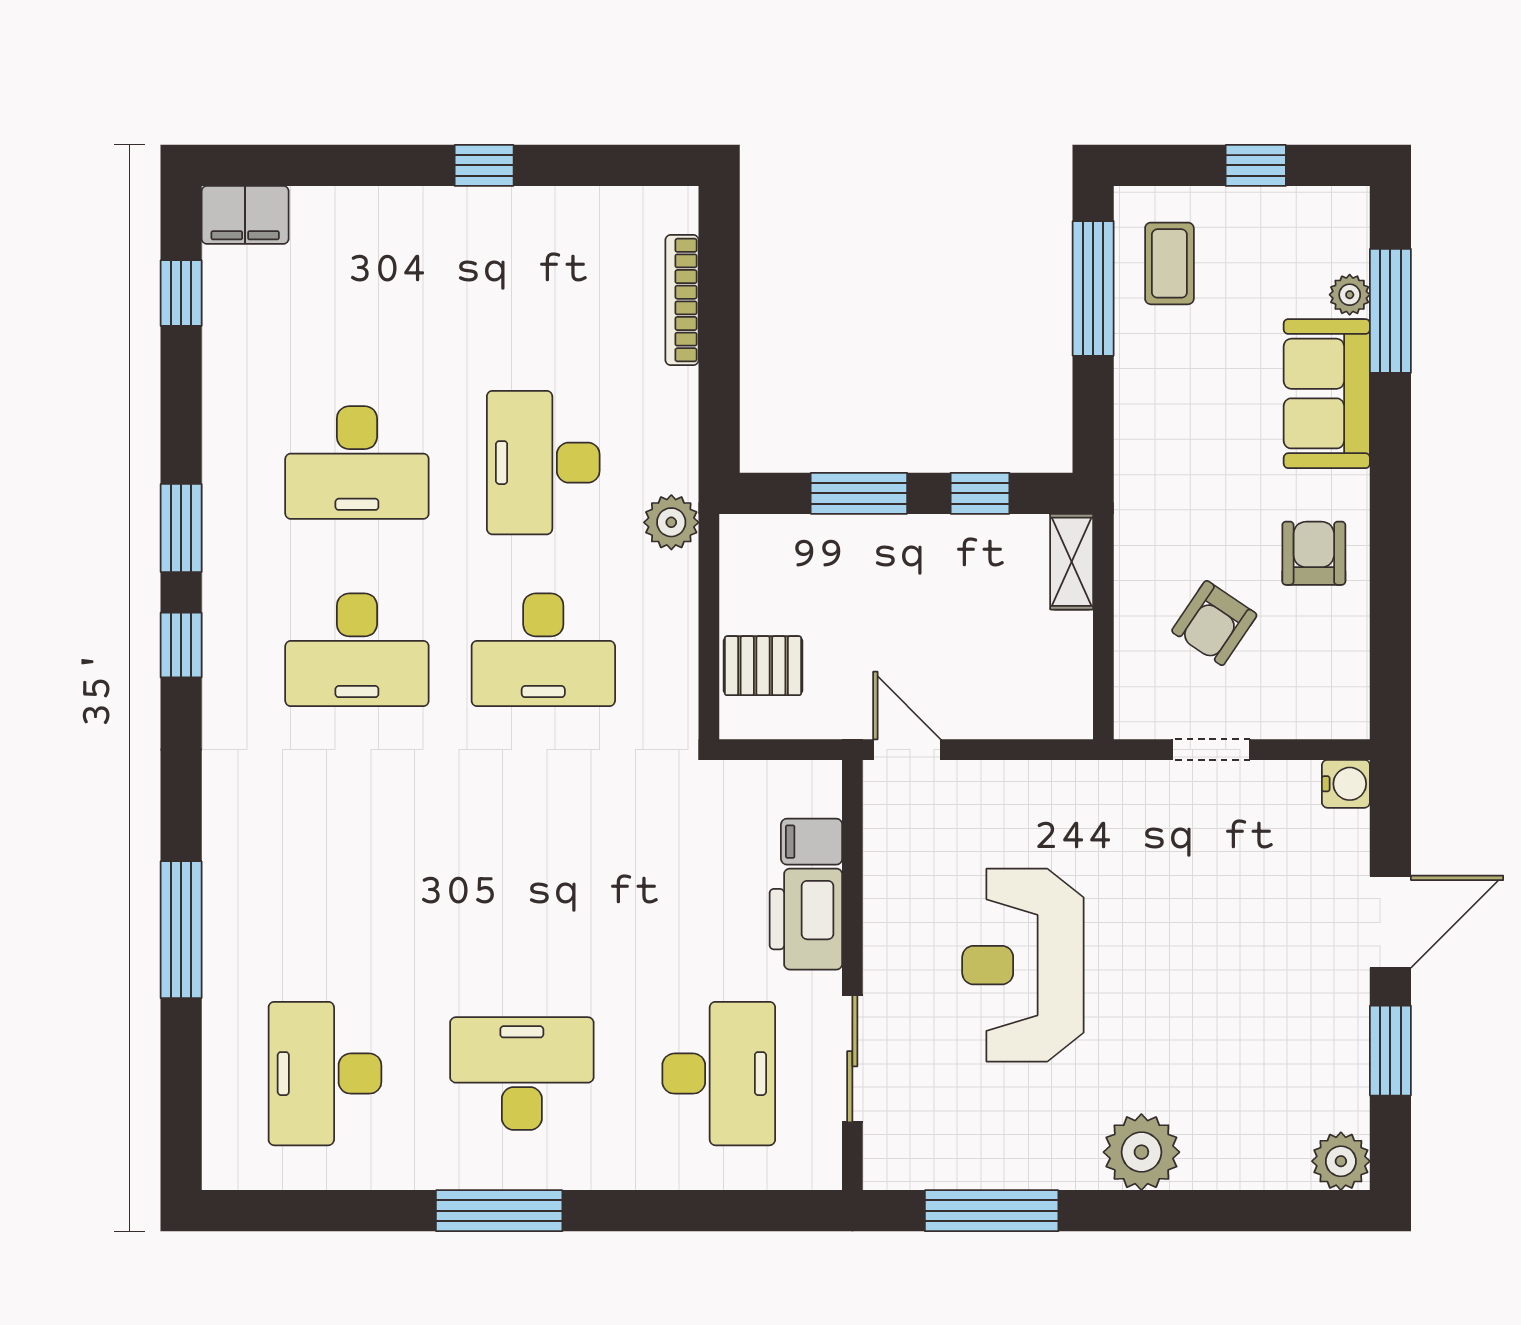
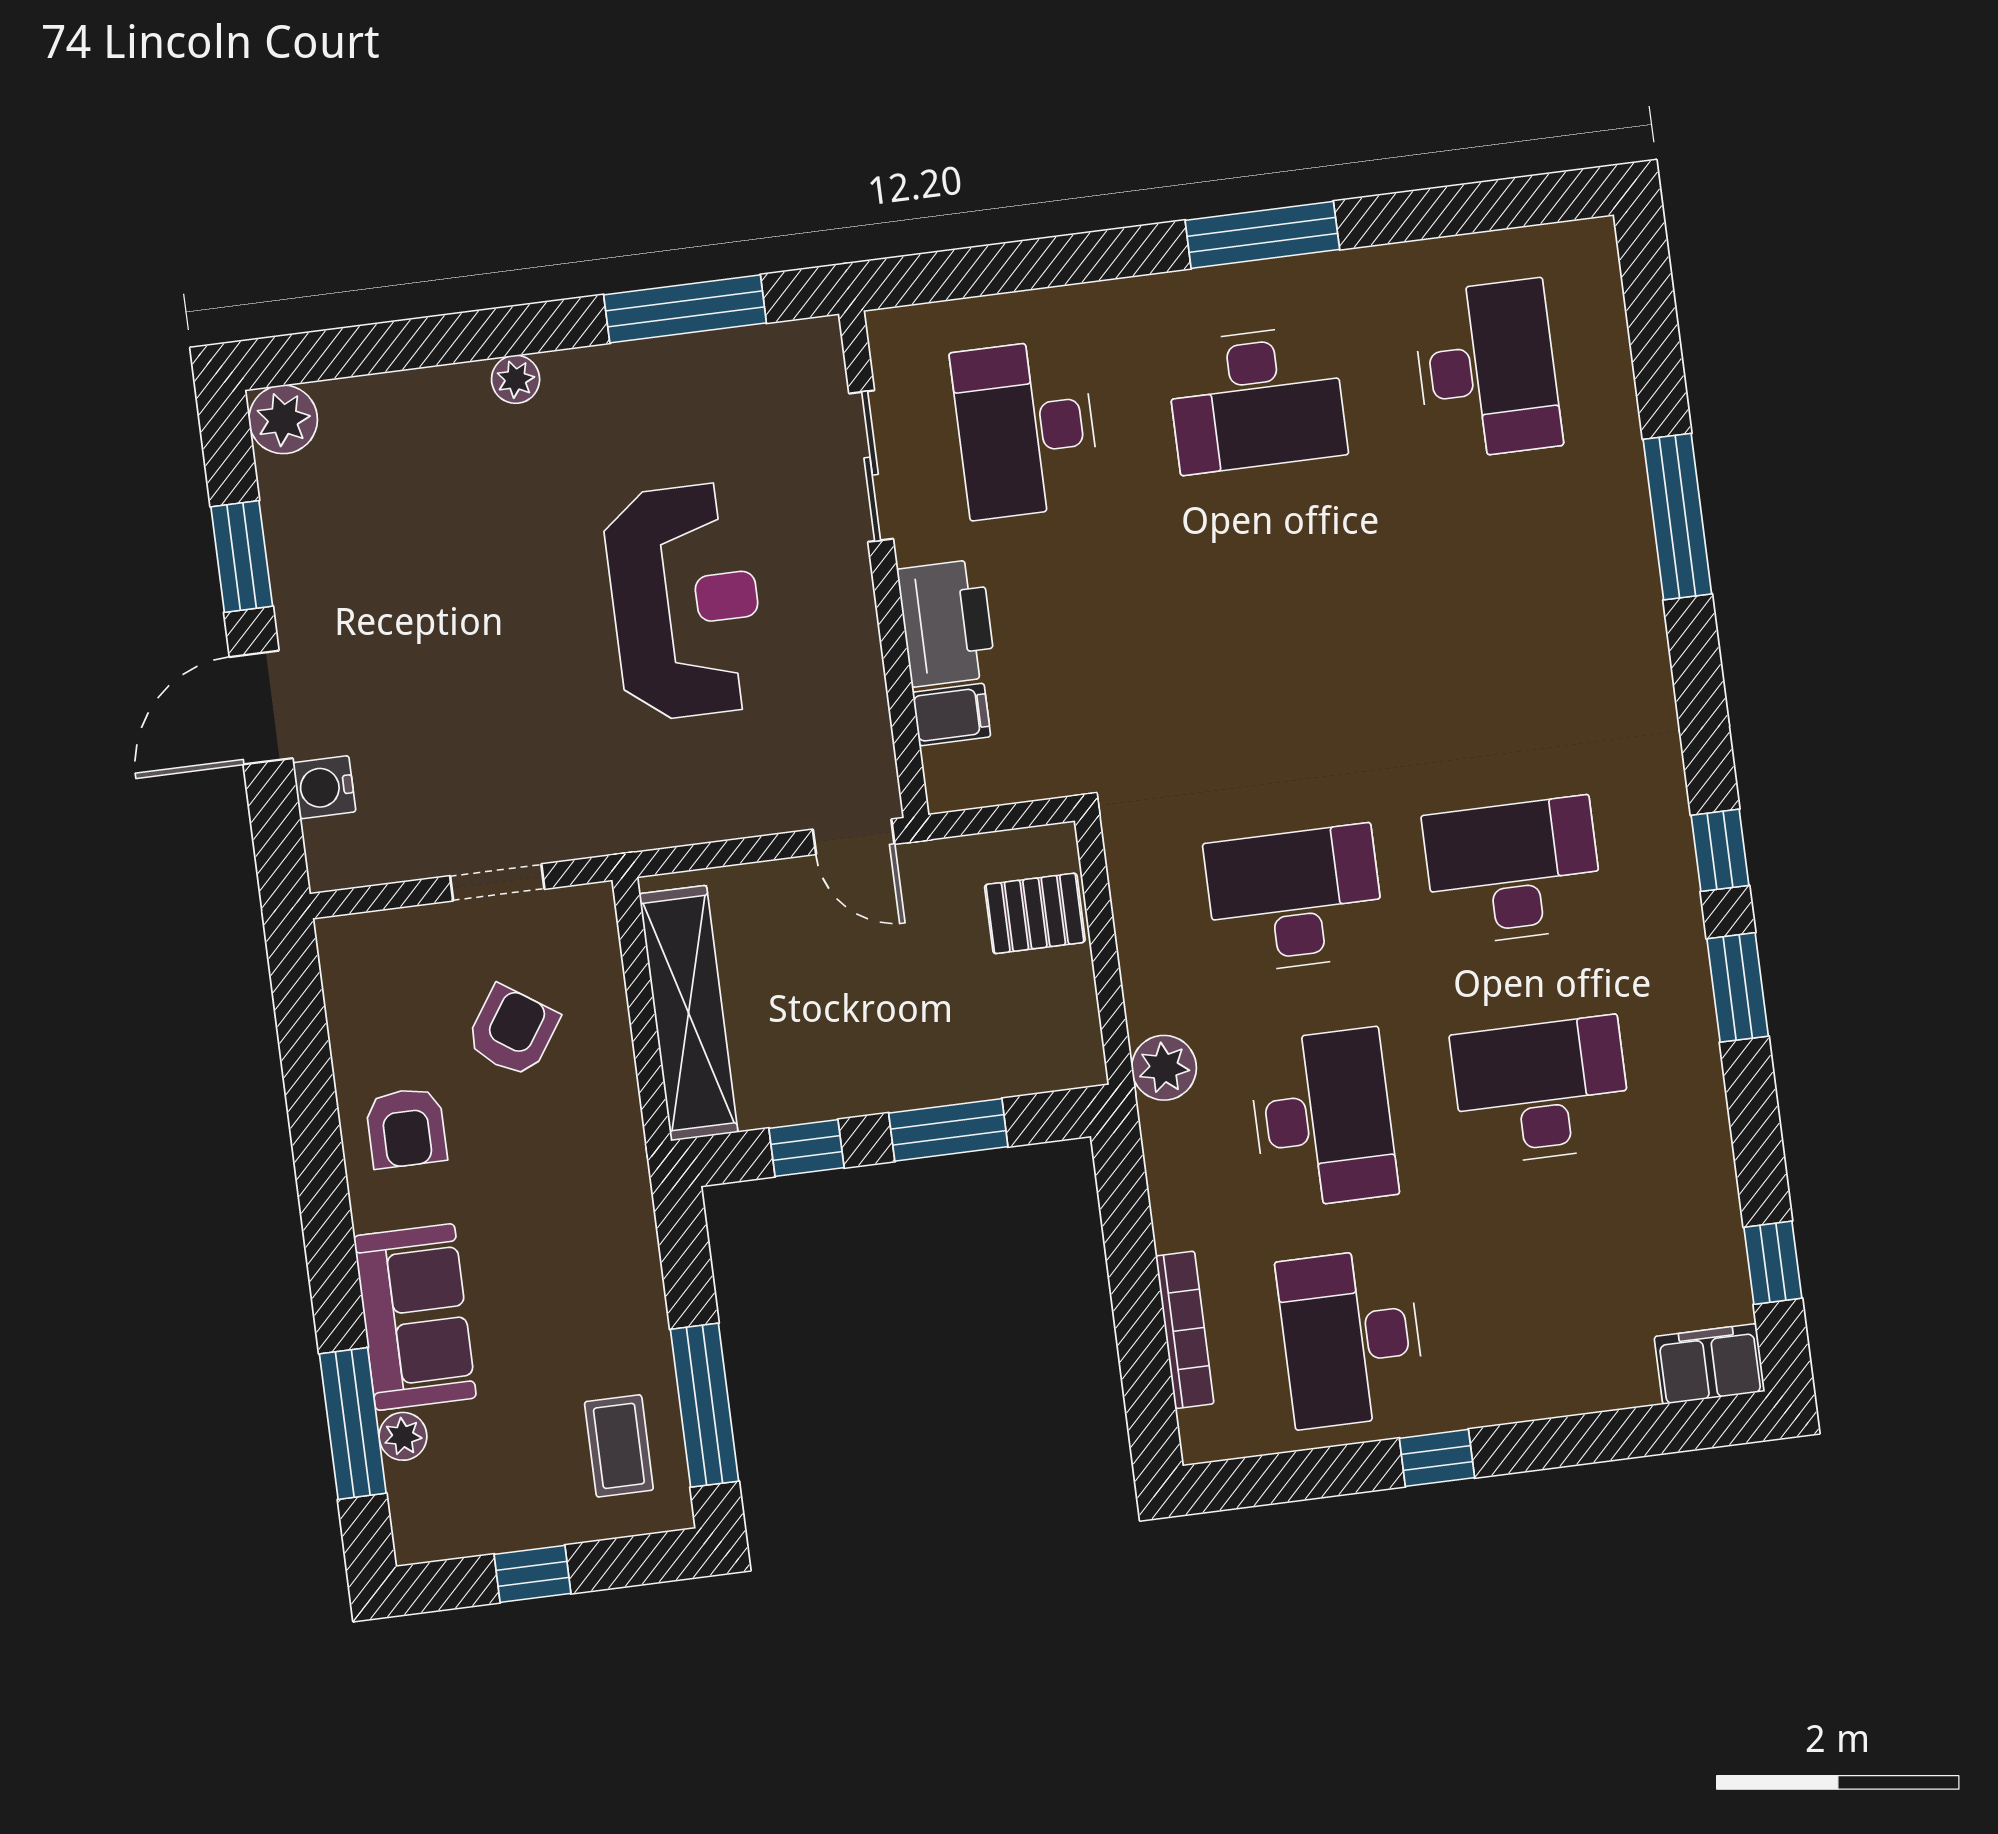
desk: (543, 275) -> (1351, 1338), added
shelving: (1072, 562) -> (689, 1013), width x2.20, depth x1.33
water cooler: (1346, 784) -> (324, 787), moved
plant: (1141, 1152) -> (516, 379), width x0.53, depth x0.53

